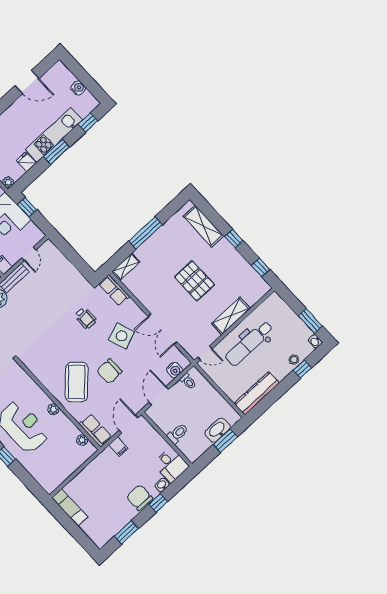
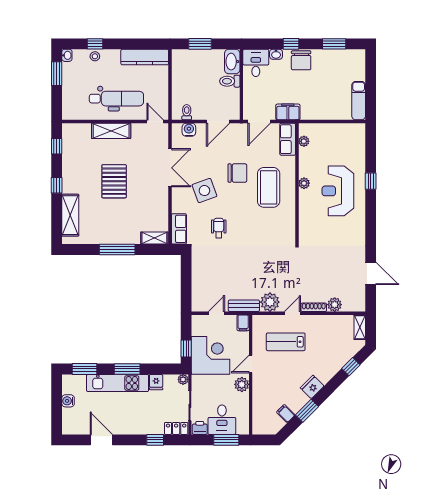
window: (88, 123) -> (84, 369), width x1.50
coffee table: (77, 382) -> (269, 187), turned -44
washbasin: (218, 430) -> (232, 62), moved, turned 90
filing cabinet: (118, 447) -> (288, 112), width x2.00

